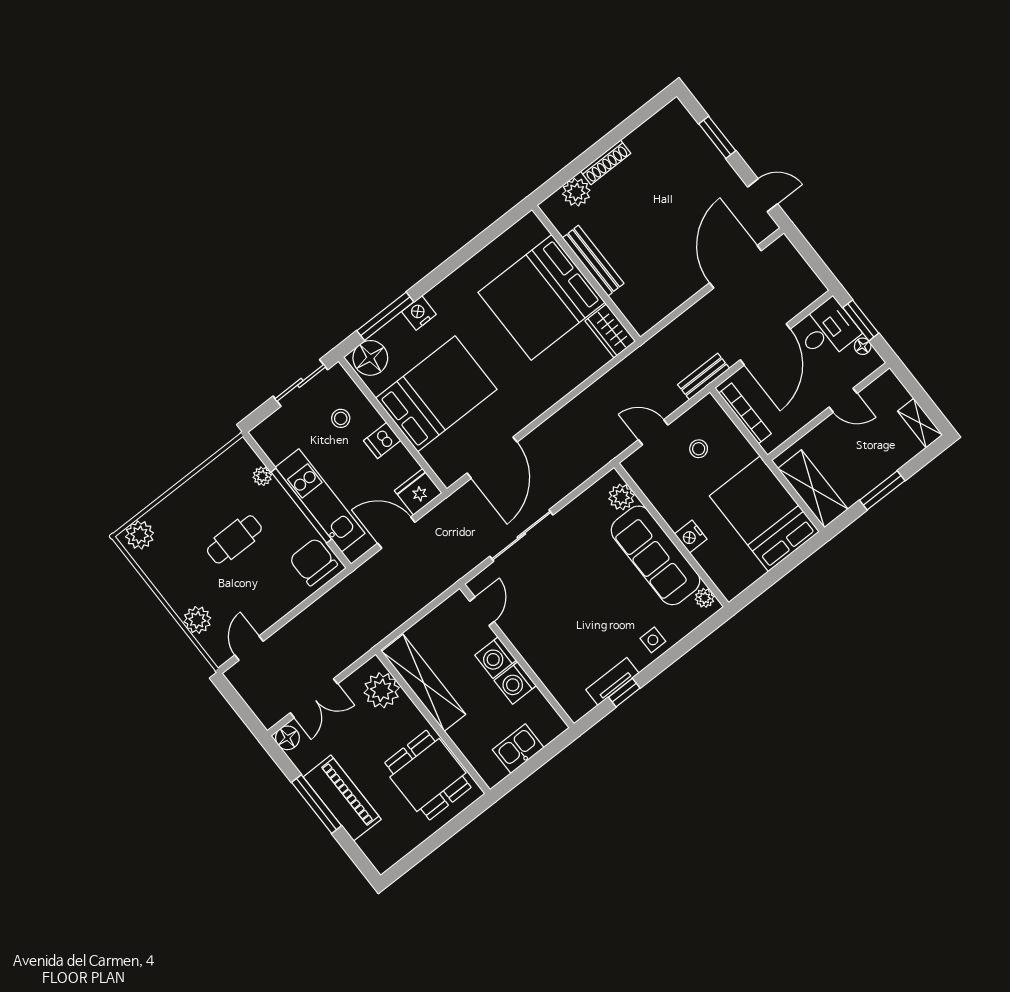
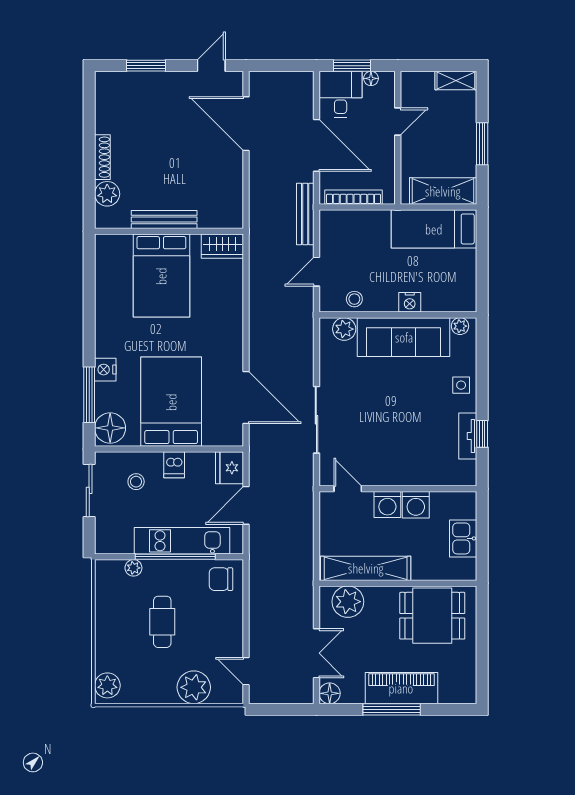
bed: (541, 297) -> (161, 276), width x0.73
bench: (704, 376) -> (305, 214), width x1.36
stool: (699, 449) -> (354, 299), moved
bed: (764, 514) -> (434, 229), width x0.67
chair: (313, 562) -> (221, 579), width x0.73, depth x0.73
plant: (197, 620) -> (194, 687), width x1.36, depth x1.36

